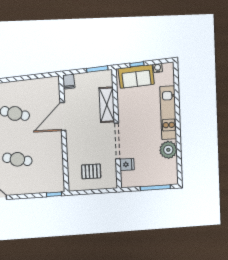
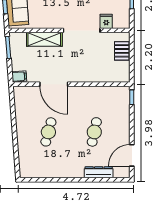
pallet: (91, 171) -> (122, 51), moved

